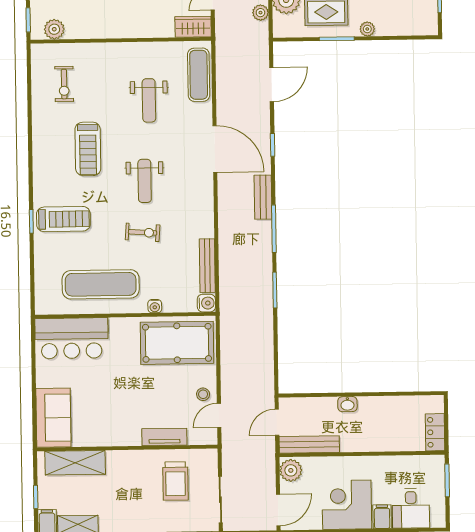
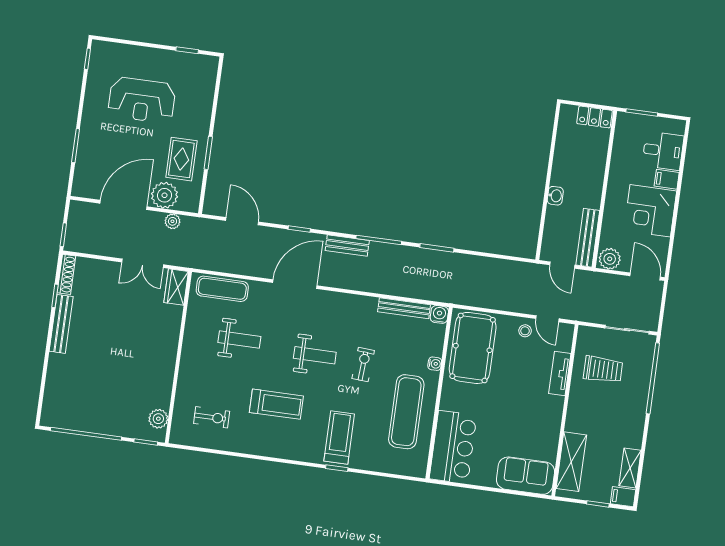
plant: (367, 29) -> (203, 123), removed

